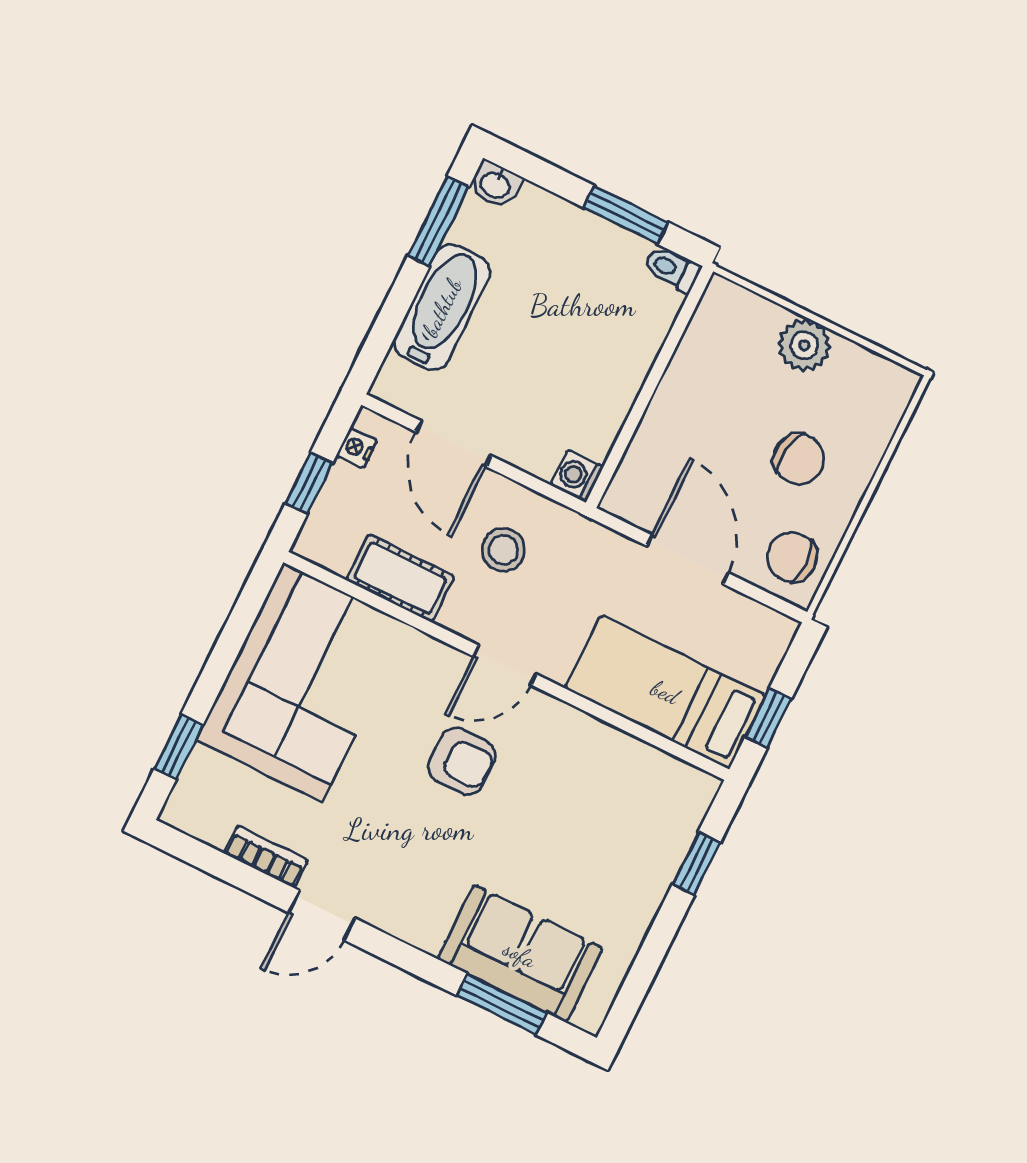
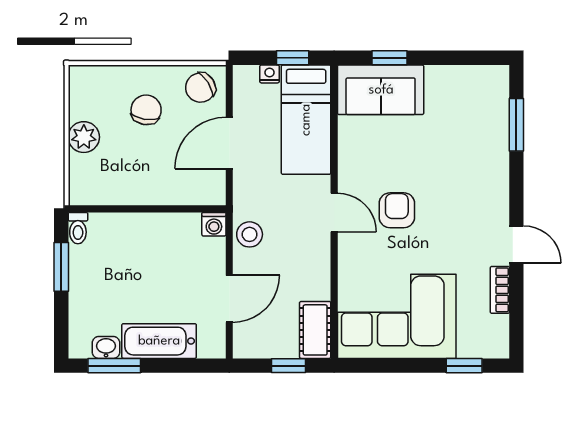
washbasin: (495, 184) -> (106, 347), moved, turned -90
nightstand: (357, 448) -> (270, 74), moved, turned 180
stool: (503, 550) -> (250, 234), moved
chair: (792, 557) -> (200, 88), turned 59
cot: (400, 578) -> (315, 330), moved
sofa: (520, 954) -> (381, 90), moved, turned -90

